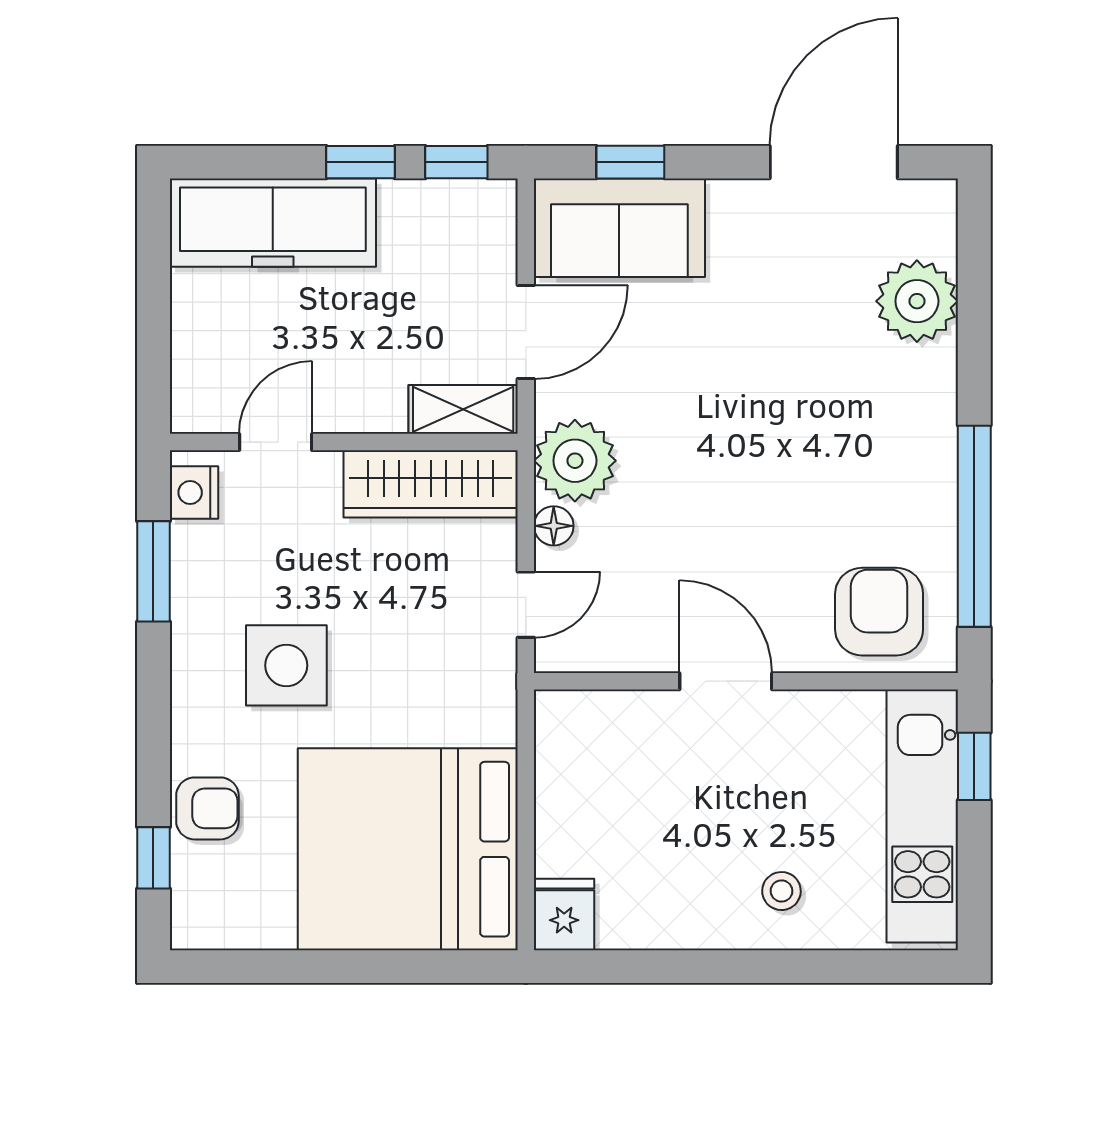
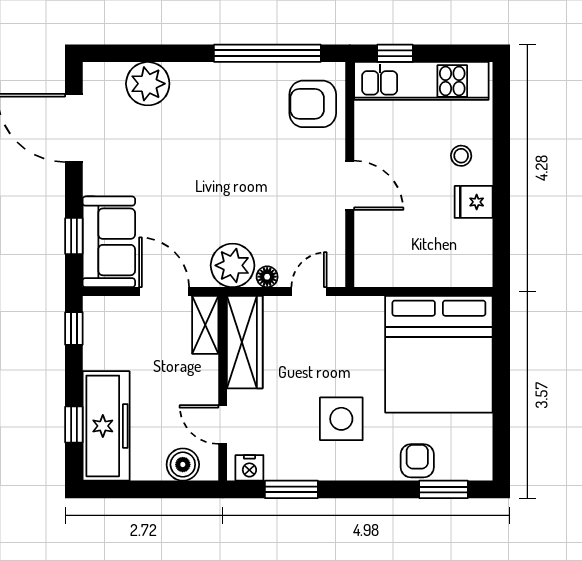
window: (361, 162) -> (74, 425), moved
boiler: (200, 367) -> (183, 465), added
door: (526, 605) -> (309, 292), hinge flipped
door: (726, 681) -> (350, 185), swing flipped
window: (153, 858) -> (444, 489), width x1.50
fridge: (564, 914) -> (474, 202), moved

